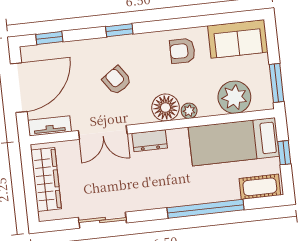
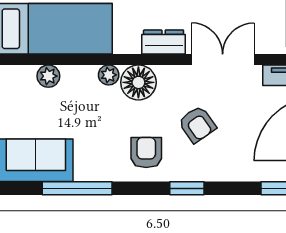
window: (204, 21) -> (77, 188), added
armchair: (182, 51) -> (146, 152), moved, turned -90
plant: (234, 97) -> (48, 76), width x0.53, depth x0.53

